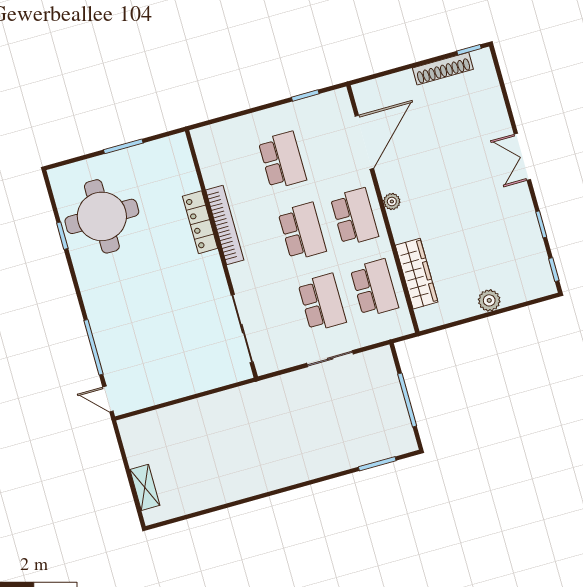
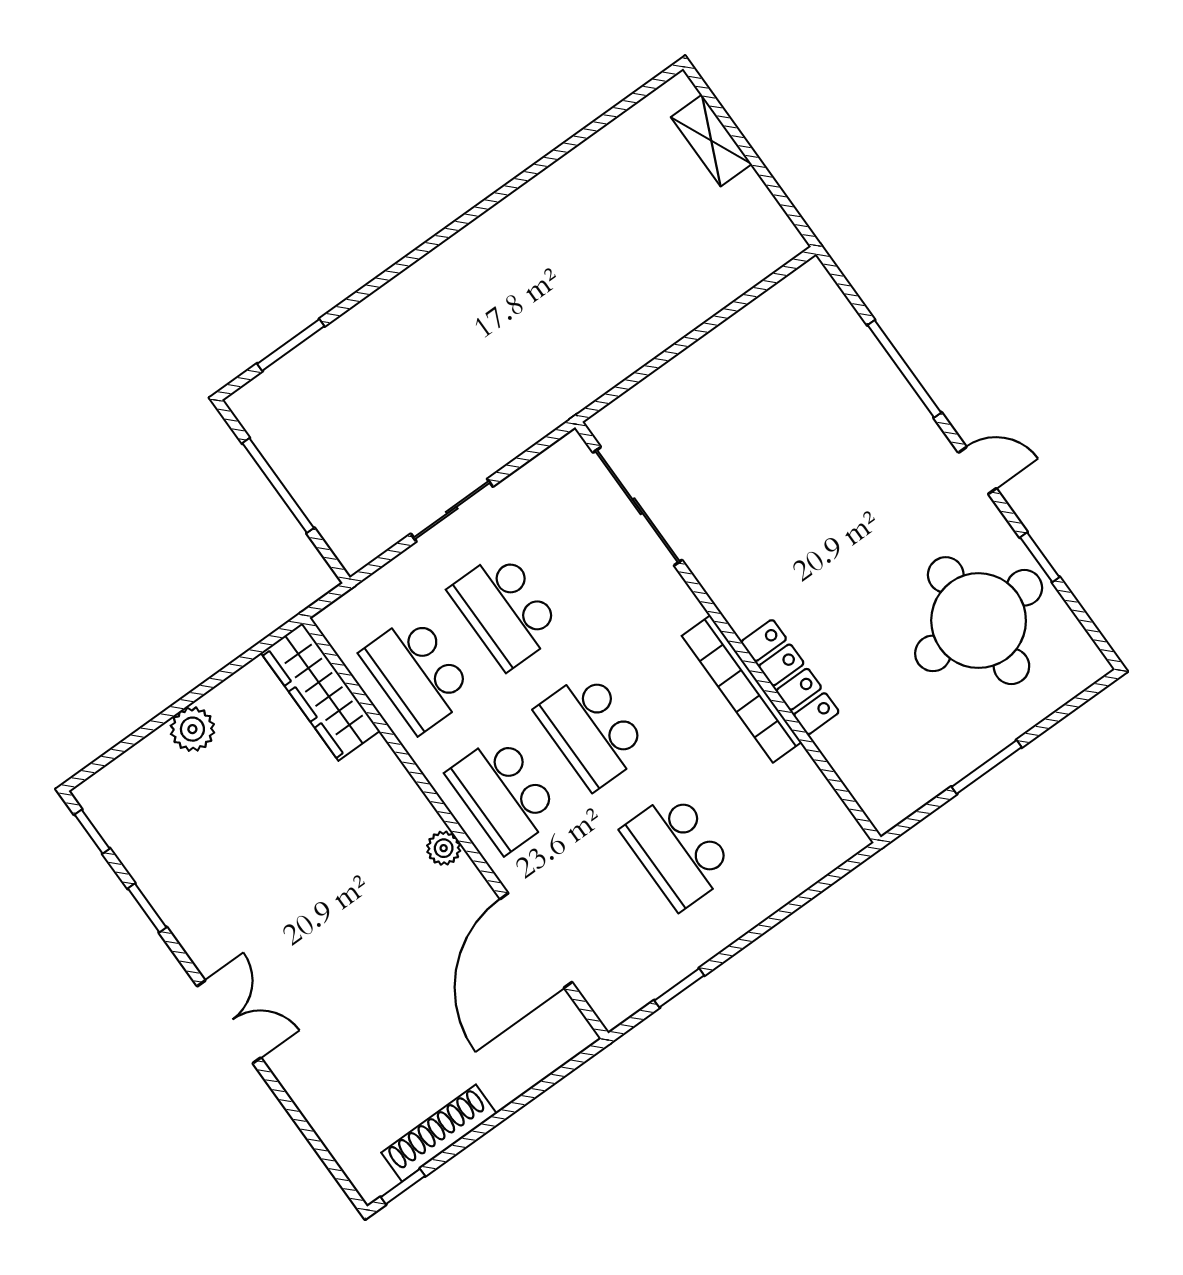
wardrobe: (417, 274) -> (320, 692), moved
door: (108, 399) -> (977, 470), moved

